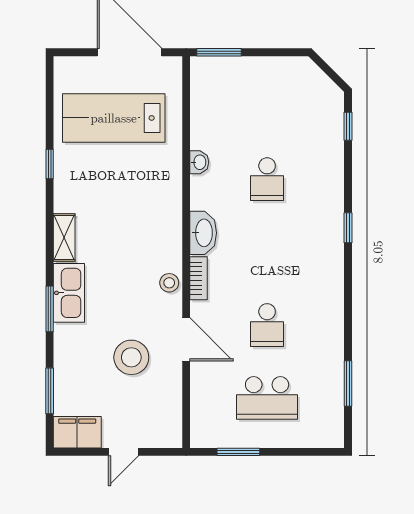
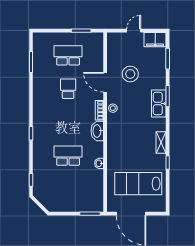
lab bench: (114, 118) -> (138, 184), turned 180
school desk: (267, 179) -> (68, 156), width x1.85
shelving: (64, 237) -> (161, 143), moved

